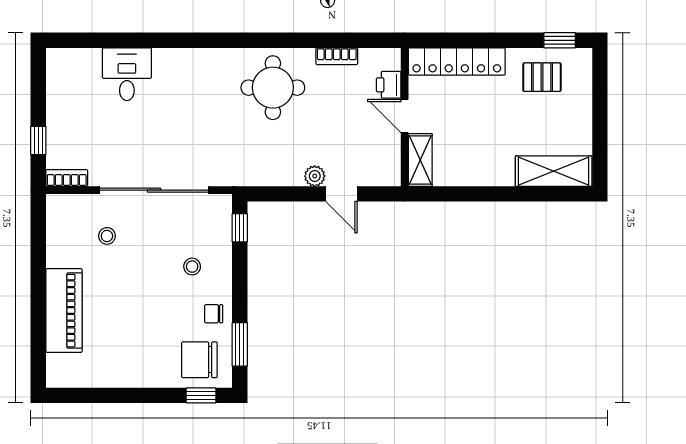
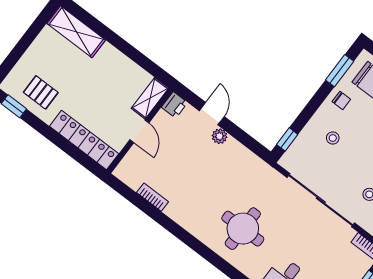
printer: (389, 85) -> (174, 105), moved
round table: (273, 88) -> (243, 229), moved

